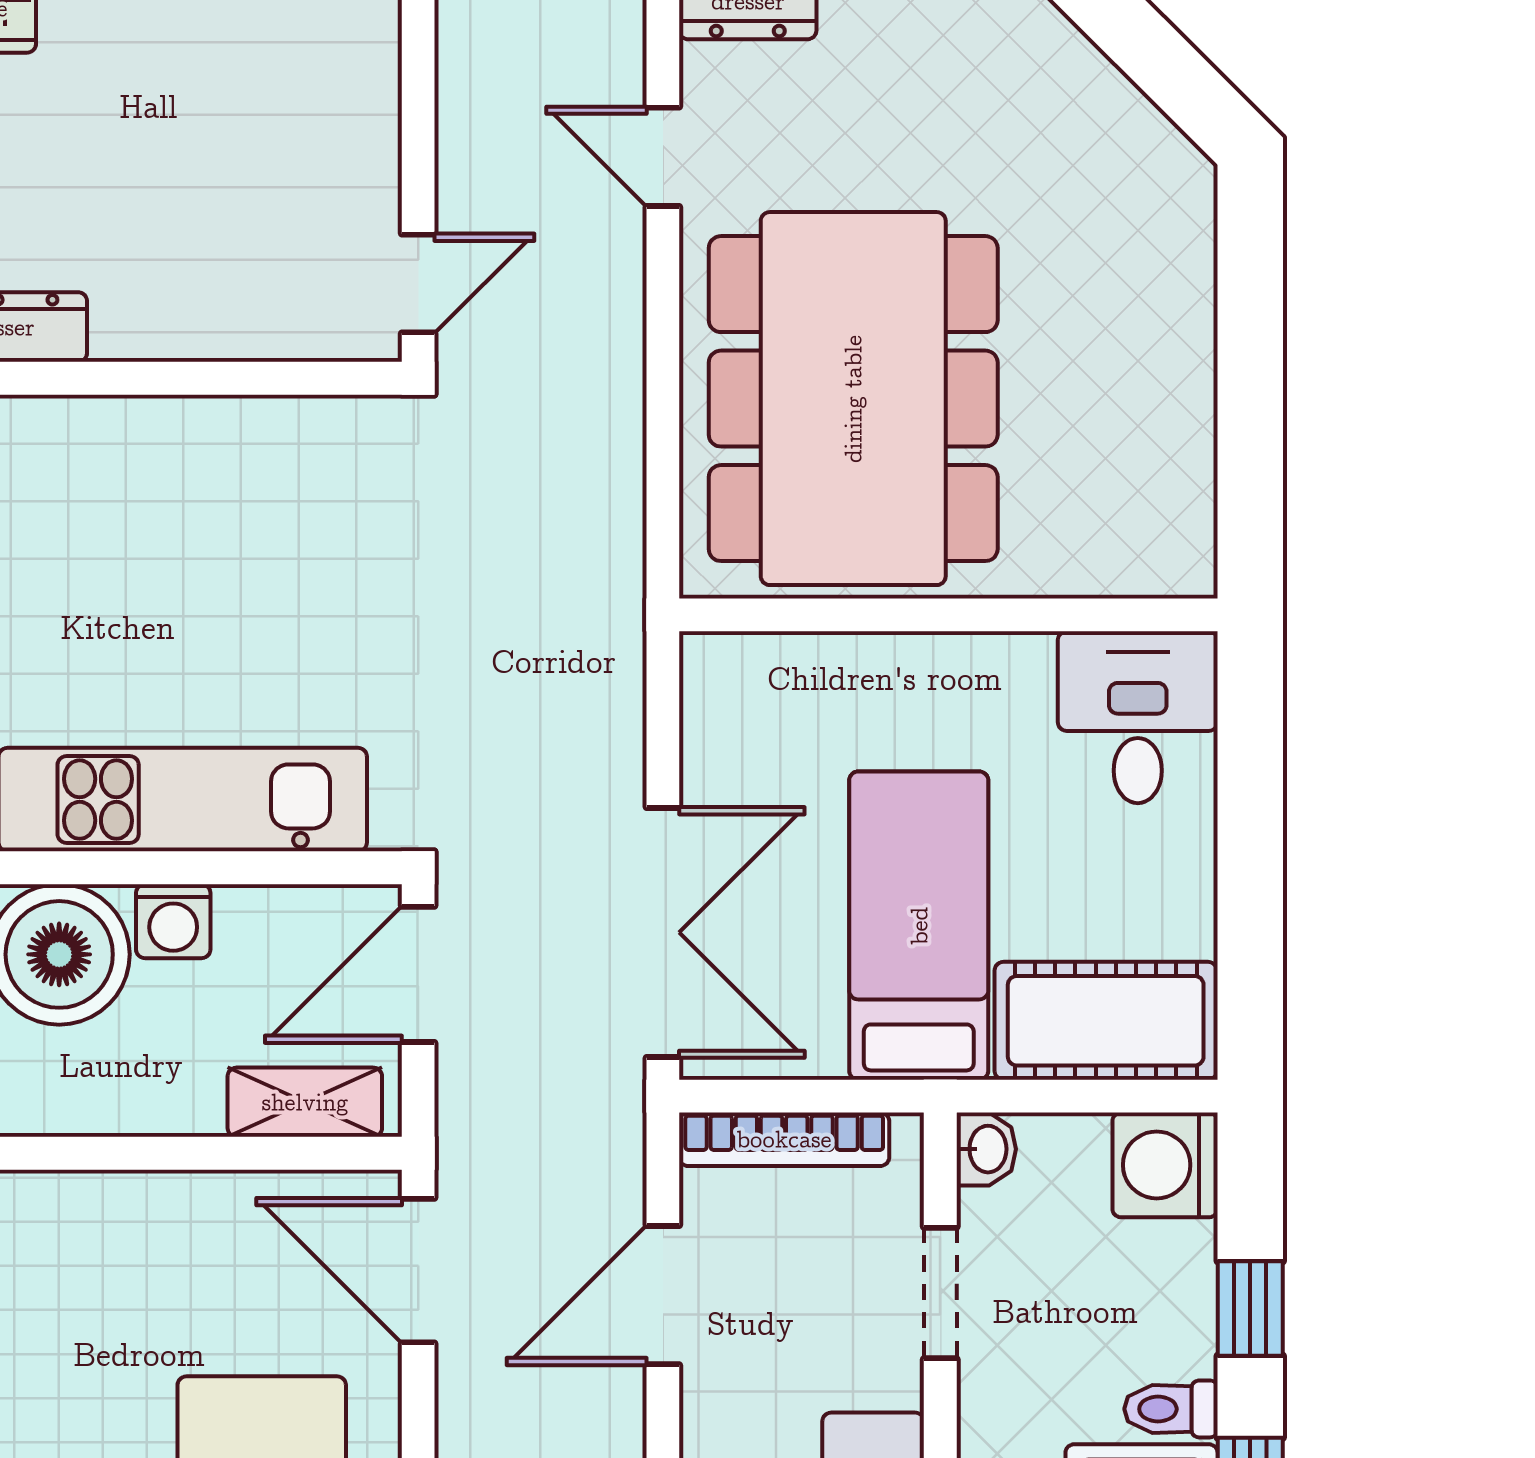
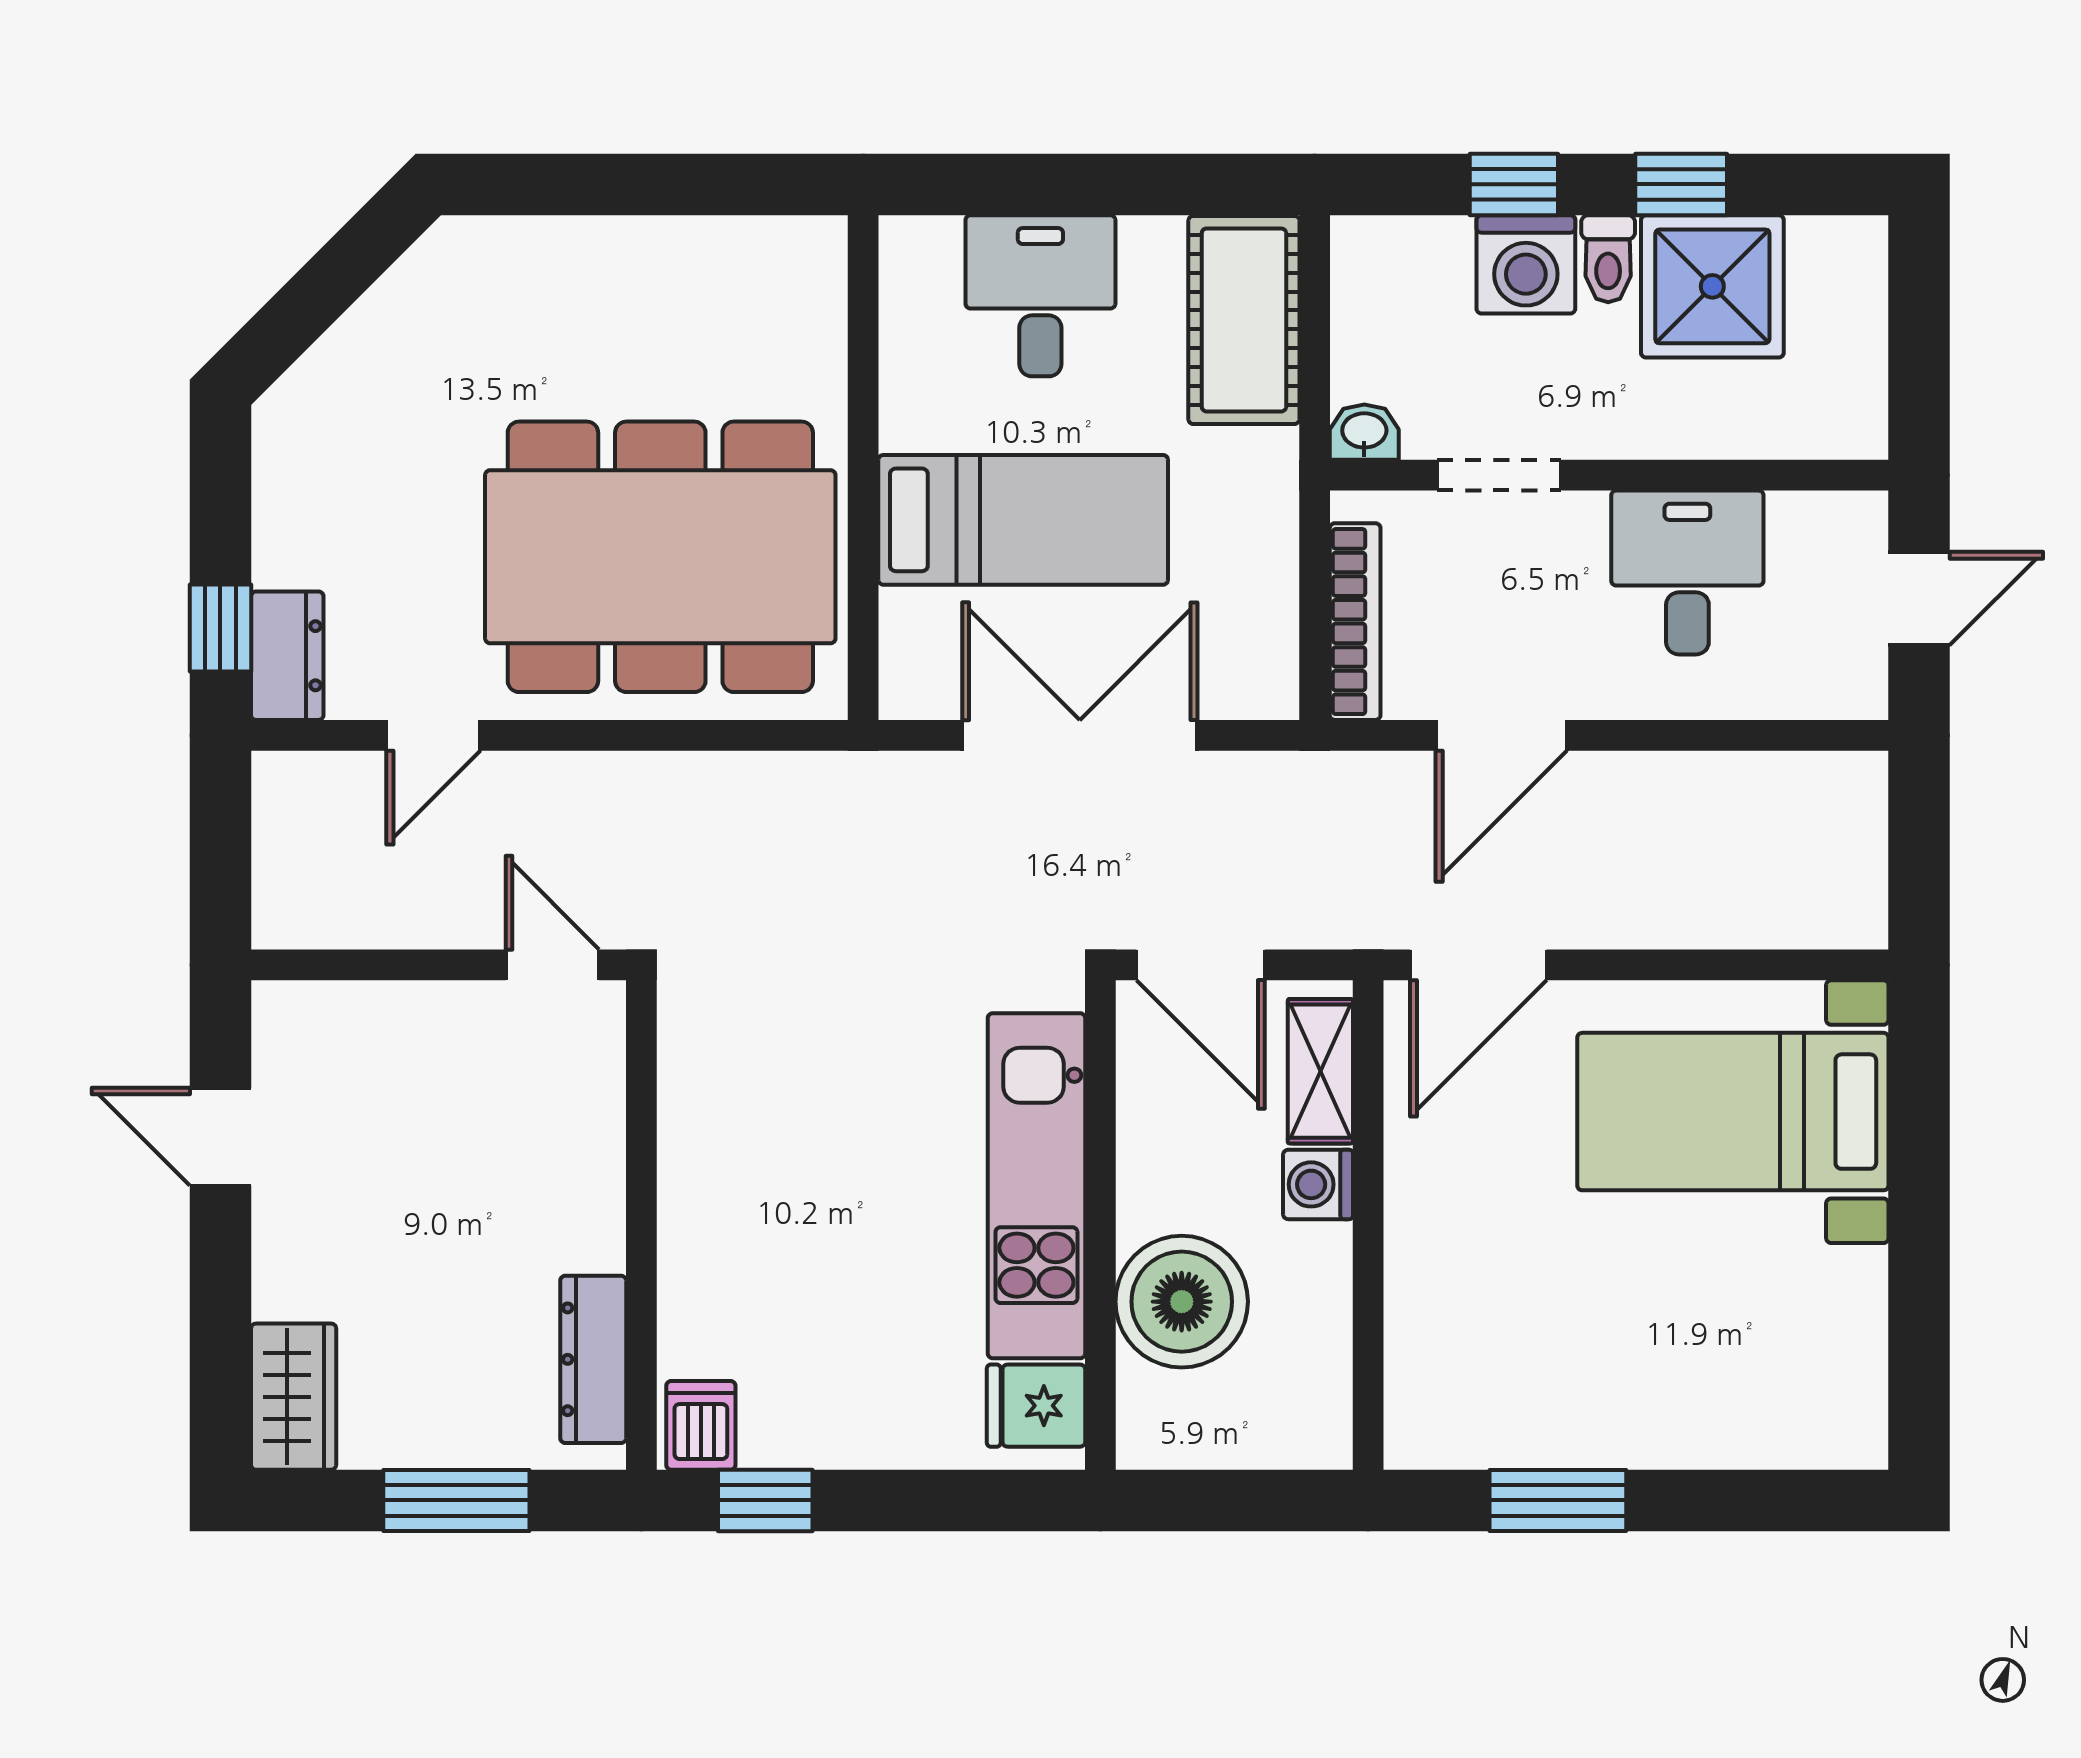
desk: (1138, 717) -> (1040, 296), moved, turned 90
washing machine: (173, 921) -> (1318, 1184), moved, turned 180
bed: (919, 926) -> (1023, 520), moved, turned 180
double door: (663, 932) -> (1080, 735), moved
washing machine: (1165, 1165) -> (1526, 264), moved
door: (663, 1295) -> (1501, 735), hinge flipped

